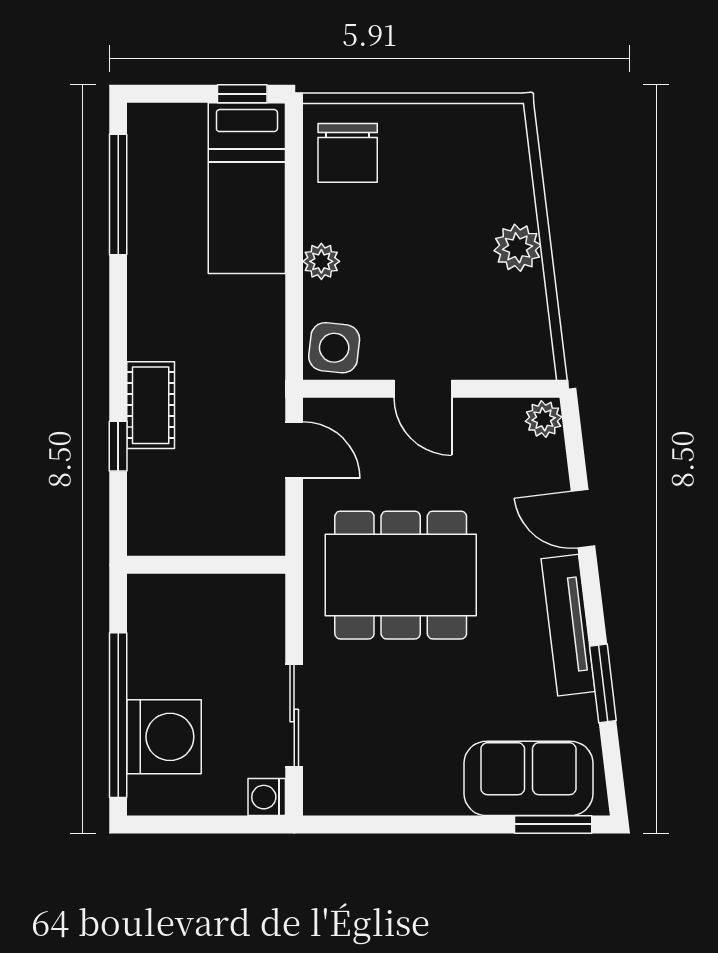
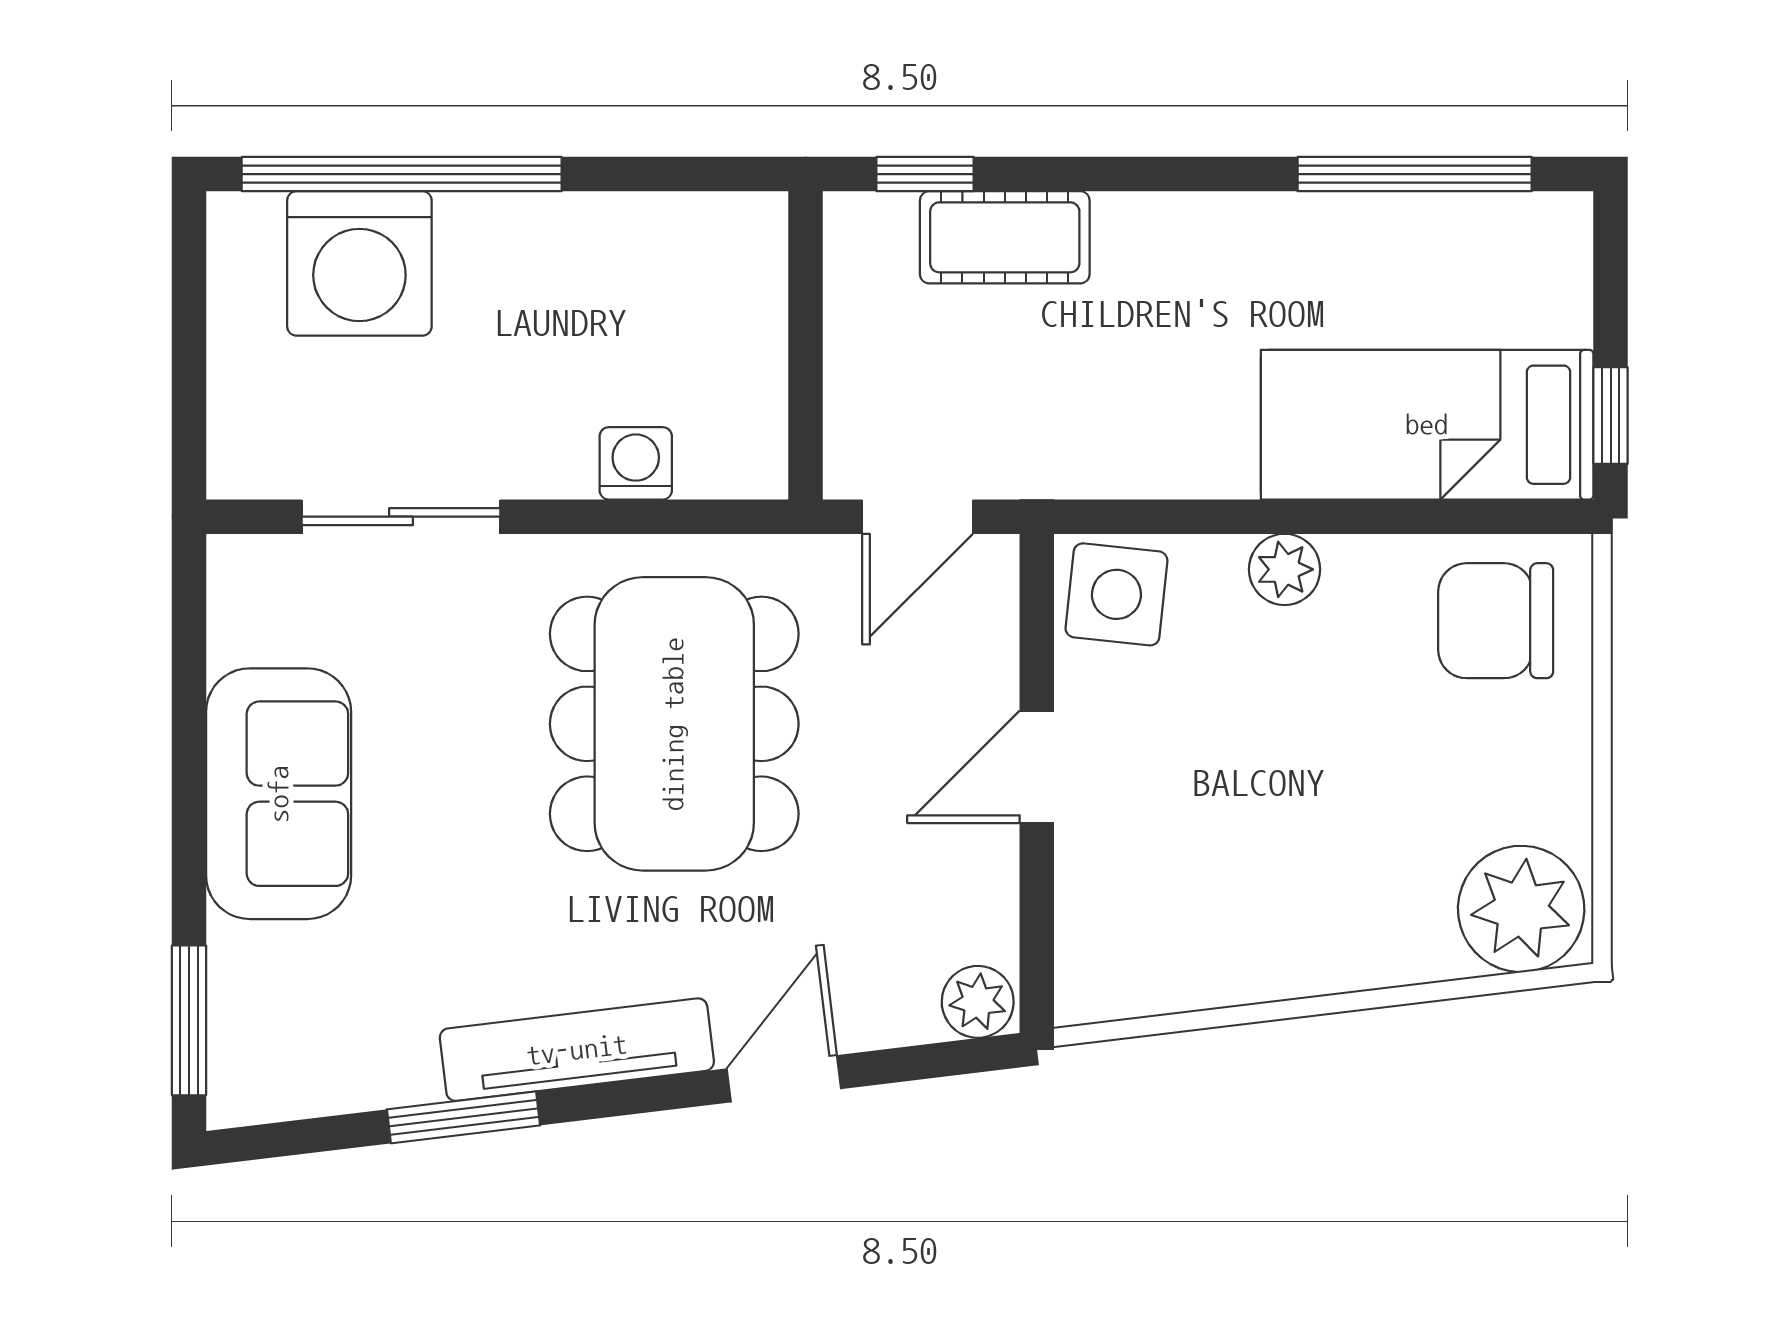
plant: (518, 248) -> (1521, 909), moved, width x1.36, depth x1.36
wall: (206, 565) -> (806, 345), moved
sofa: (528, 778) -> (279, 794), moved
washing machine: (267, 797) -> (636, 463), moved

